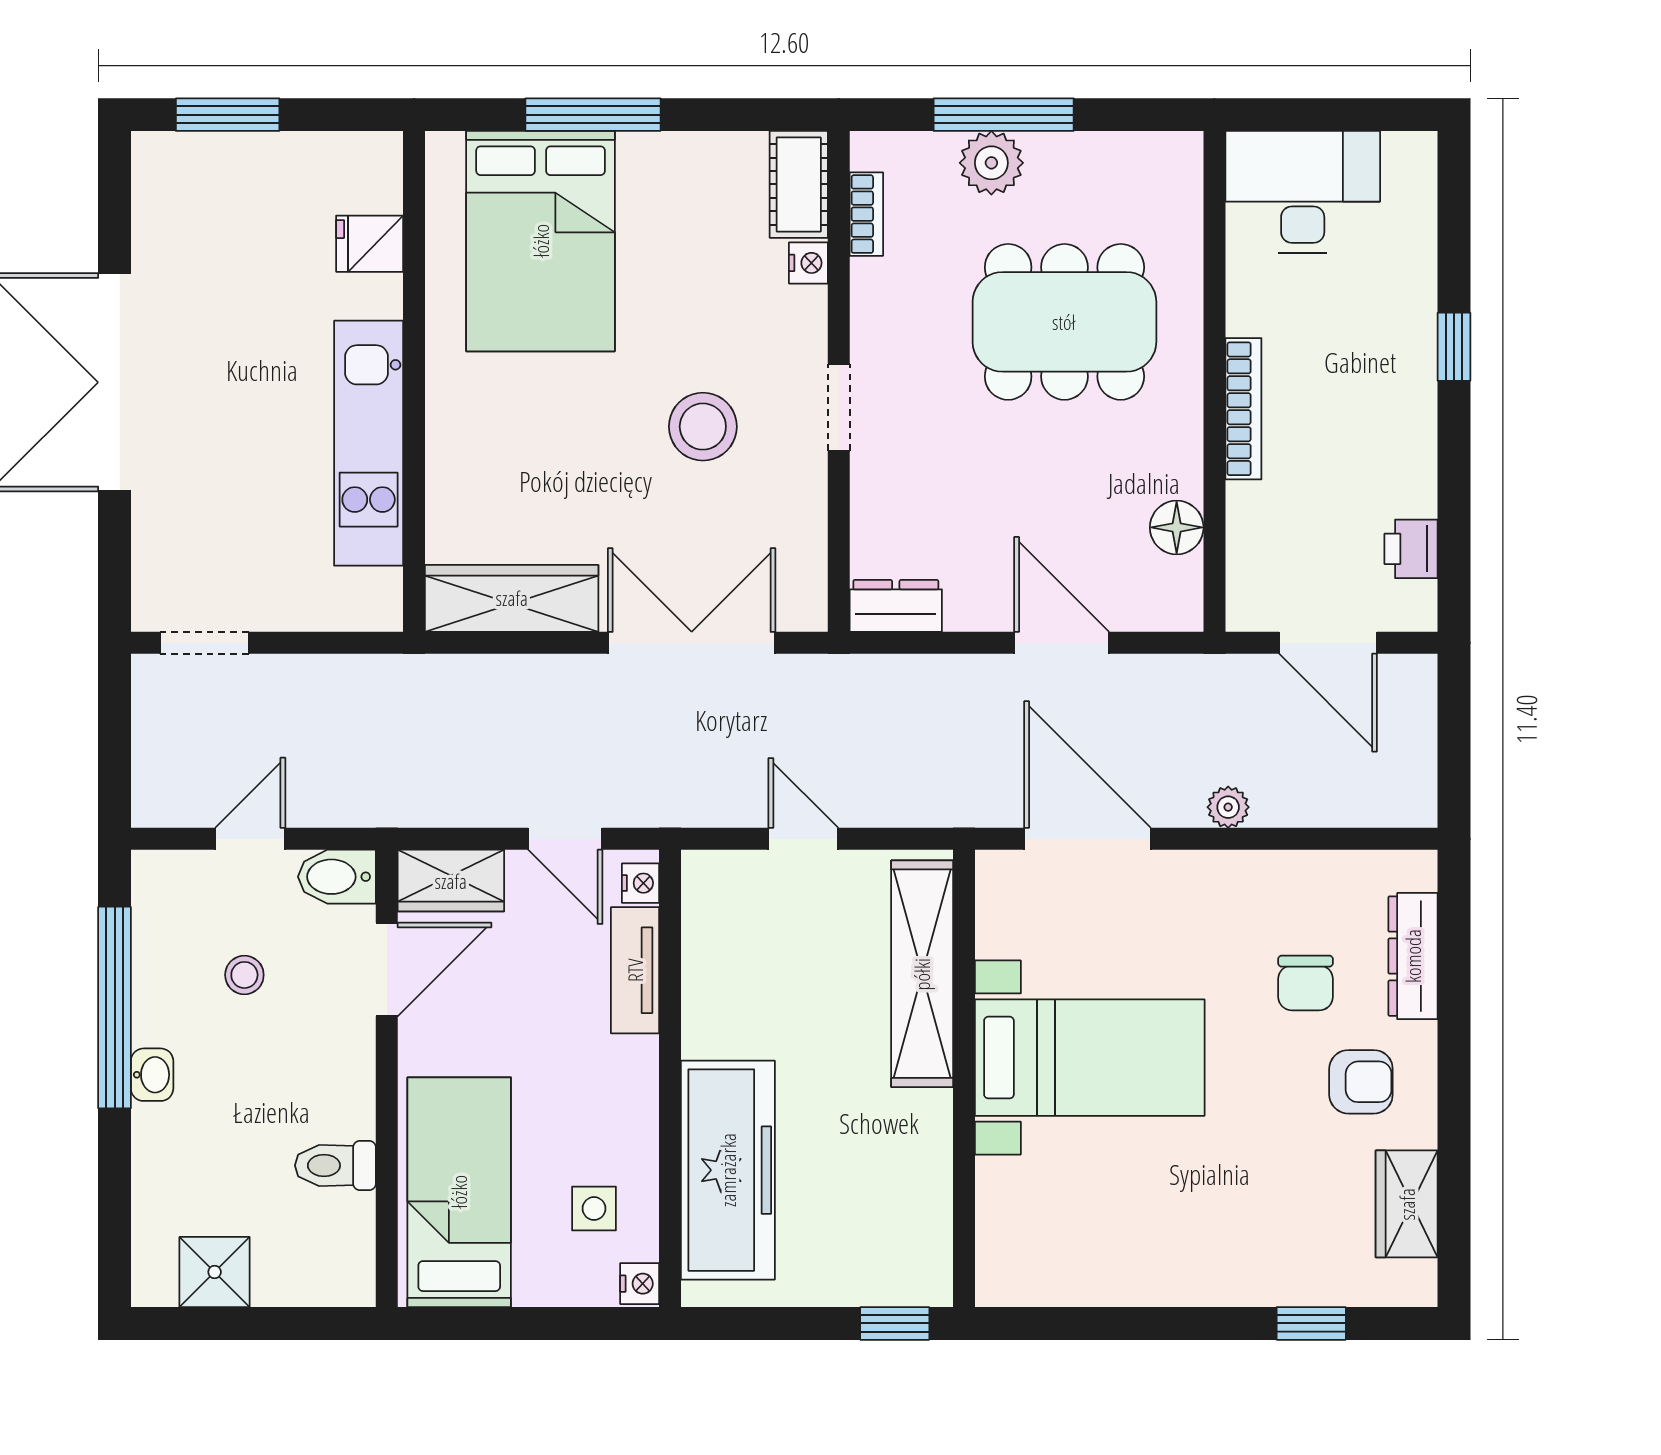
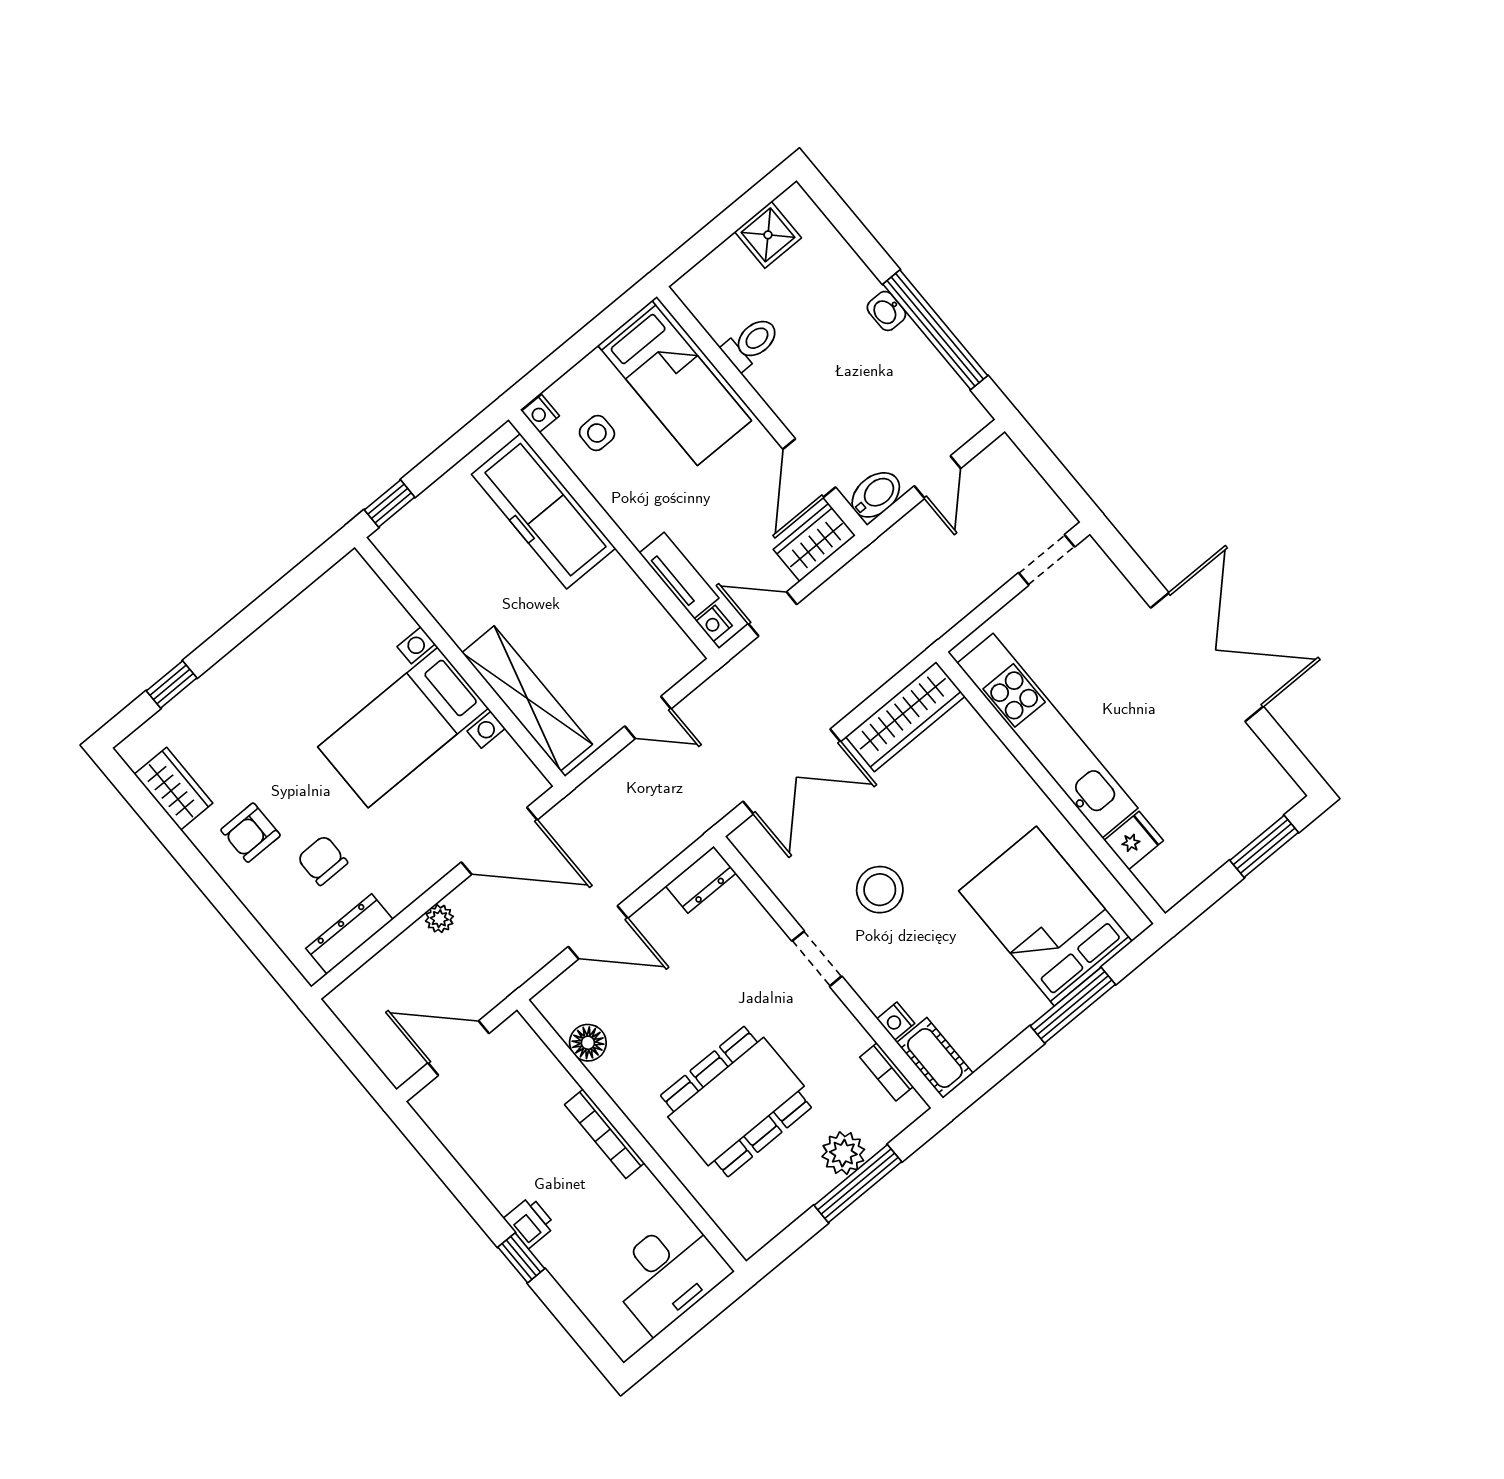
kitchen unit: (369, 443) -> (1048, 736), width x1.36
printer: (1411, 549) -> (530, 1222), moved
dresser: (1413, 956) -> (349, 934), moved, turned -90
stool: (244, 975) -> (881, 403), removed

